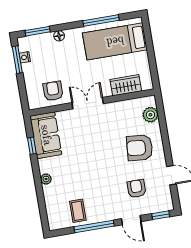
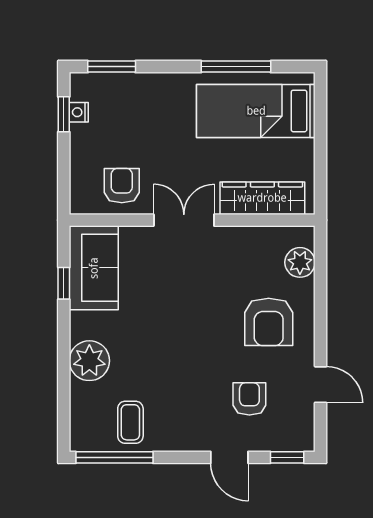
floor lamp: (59, 36) -> (151, 82), removed
window: (17, 60) -> (64, 114), width x0.67
wardrobe: (126, 85) -> (262, 198), width x1.50
armchair: (140, 148) -> (269, 322), turned -95
plant: (46, 179) -> (89, 361), width x1.88, depth x1.88
window: (94, 226) -> (114, 457), moved

